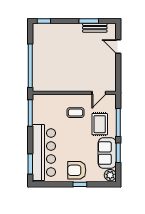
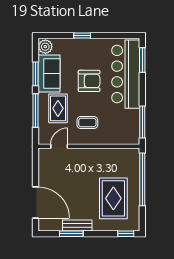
bench: (95, 28) -> (77, 225), moved
door: (118, 47) -> (36, 203), width x1.87
rug: (54, 50) -> (113, 198), added
armchair: (77, 170) -> (89, 81), moved

